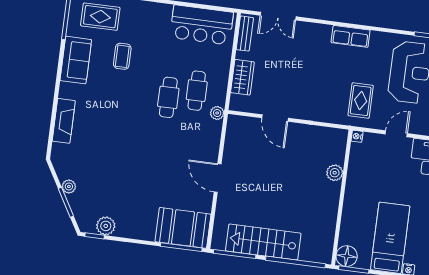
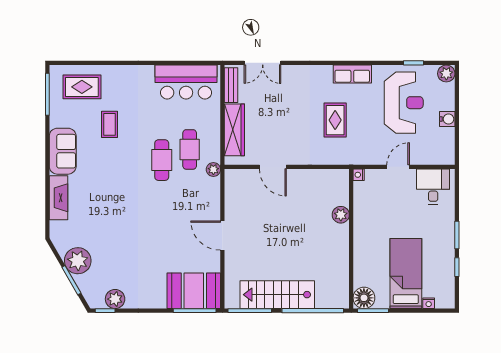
row of seats: (351, 36) -> (352, 74), moved
sofa: (76, 60) -> (63, 151), moved
wardrobe: (242, 77) -> (234, 130), width x1.50
rug: (361, 100) -> (335, 120), moved
plant: (69, 186) -> (78, 261), width x1.87, depth x1.87

